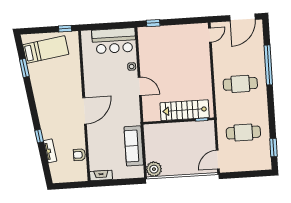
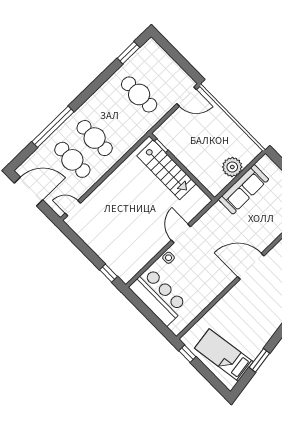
cafe table: (239, 60) -> (72, 160), added
plant: (154, 169) -> (232, 167), moved

